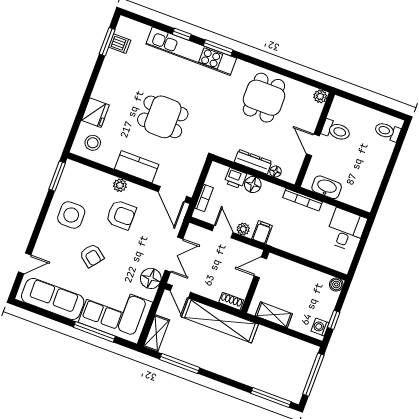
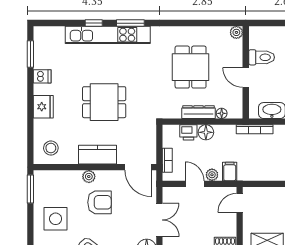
dishwasher: (120, 44) -> (42, 76), moved
dining table: (264, 98) -> (191, 67), moved
fridge: (95, 113) -> (43, 107), moved

